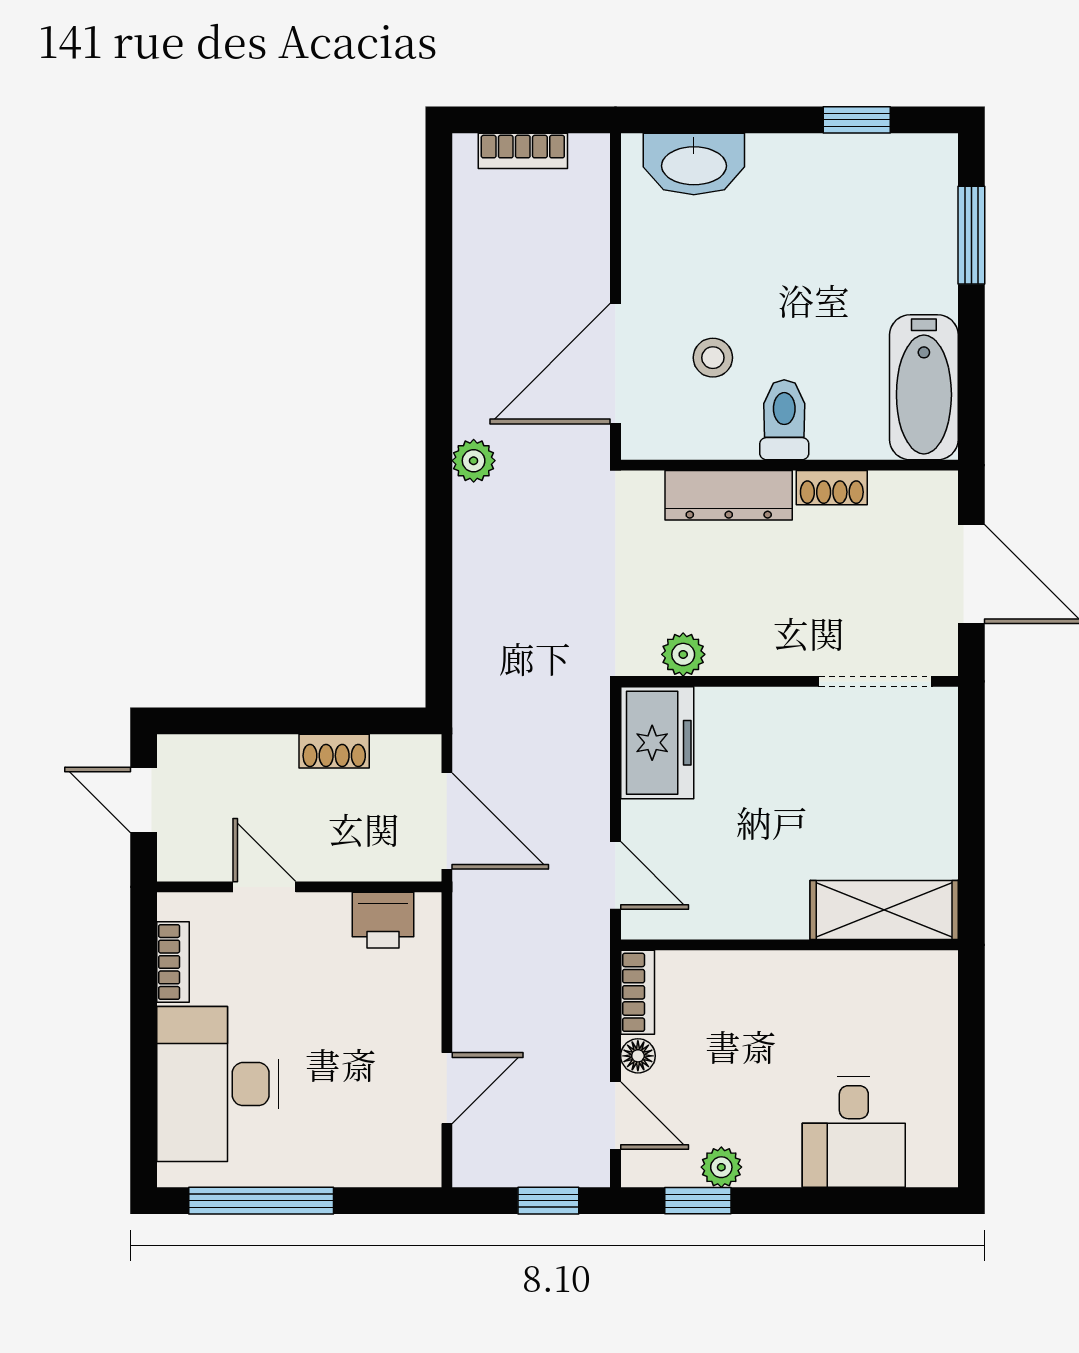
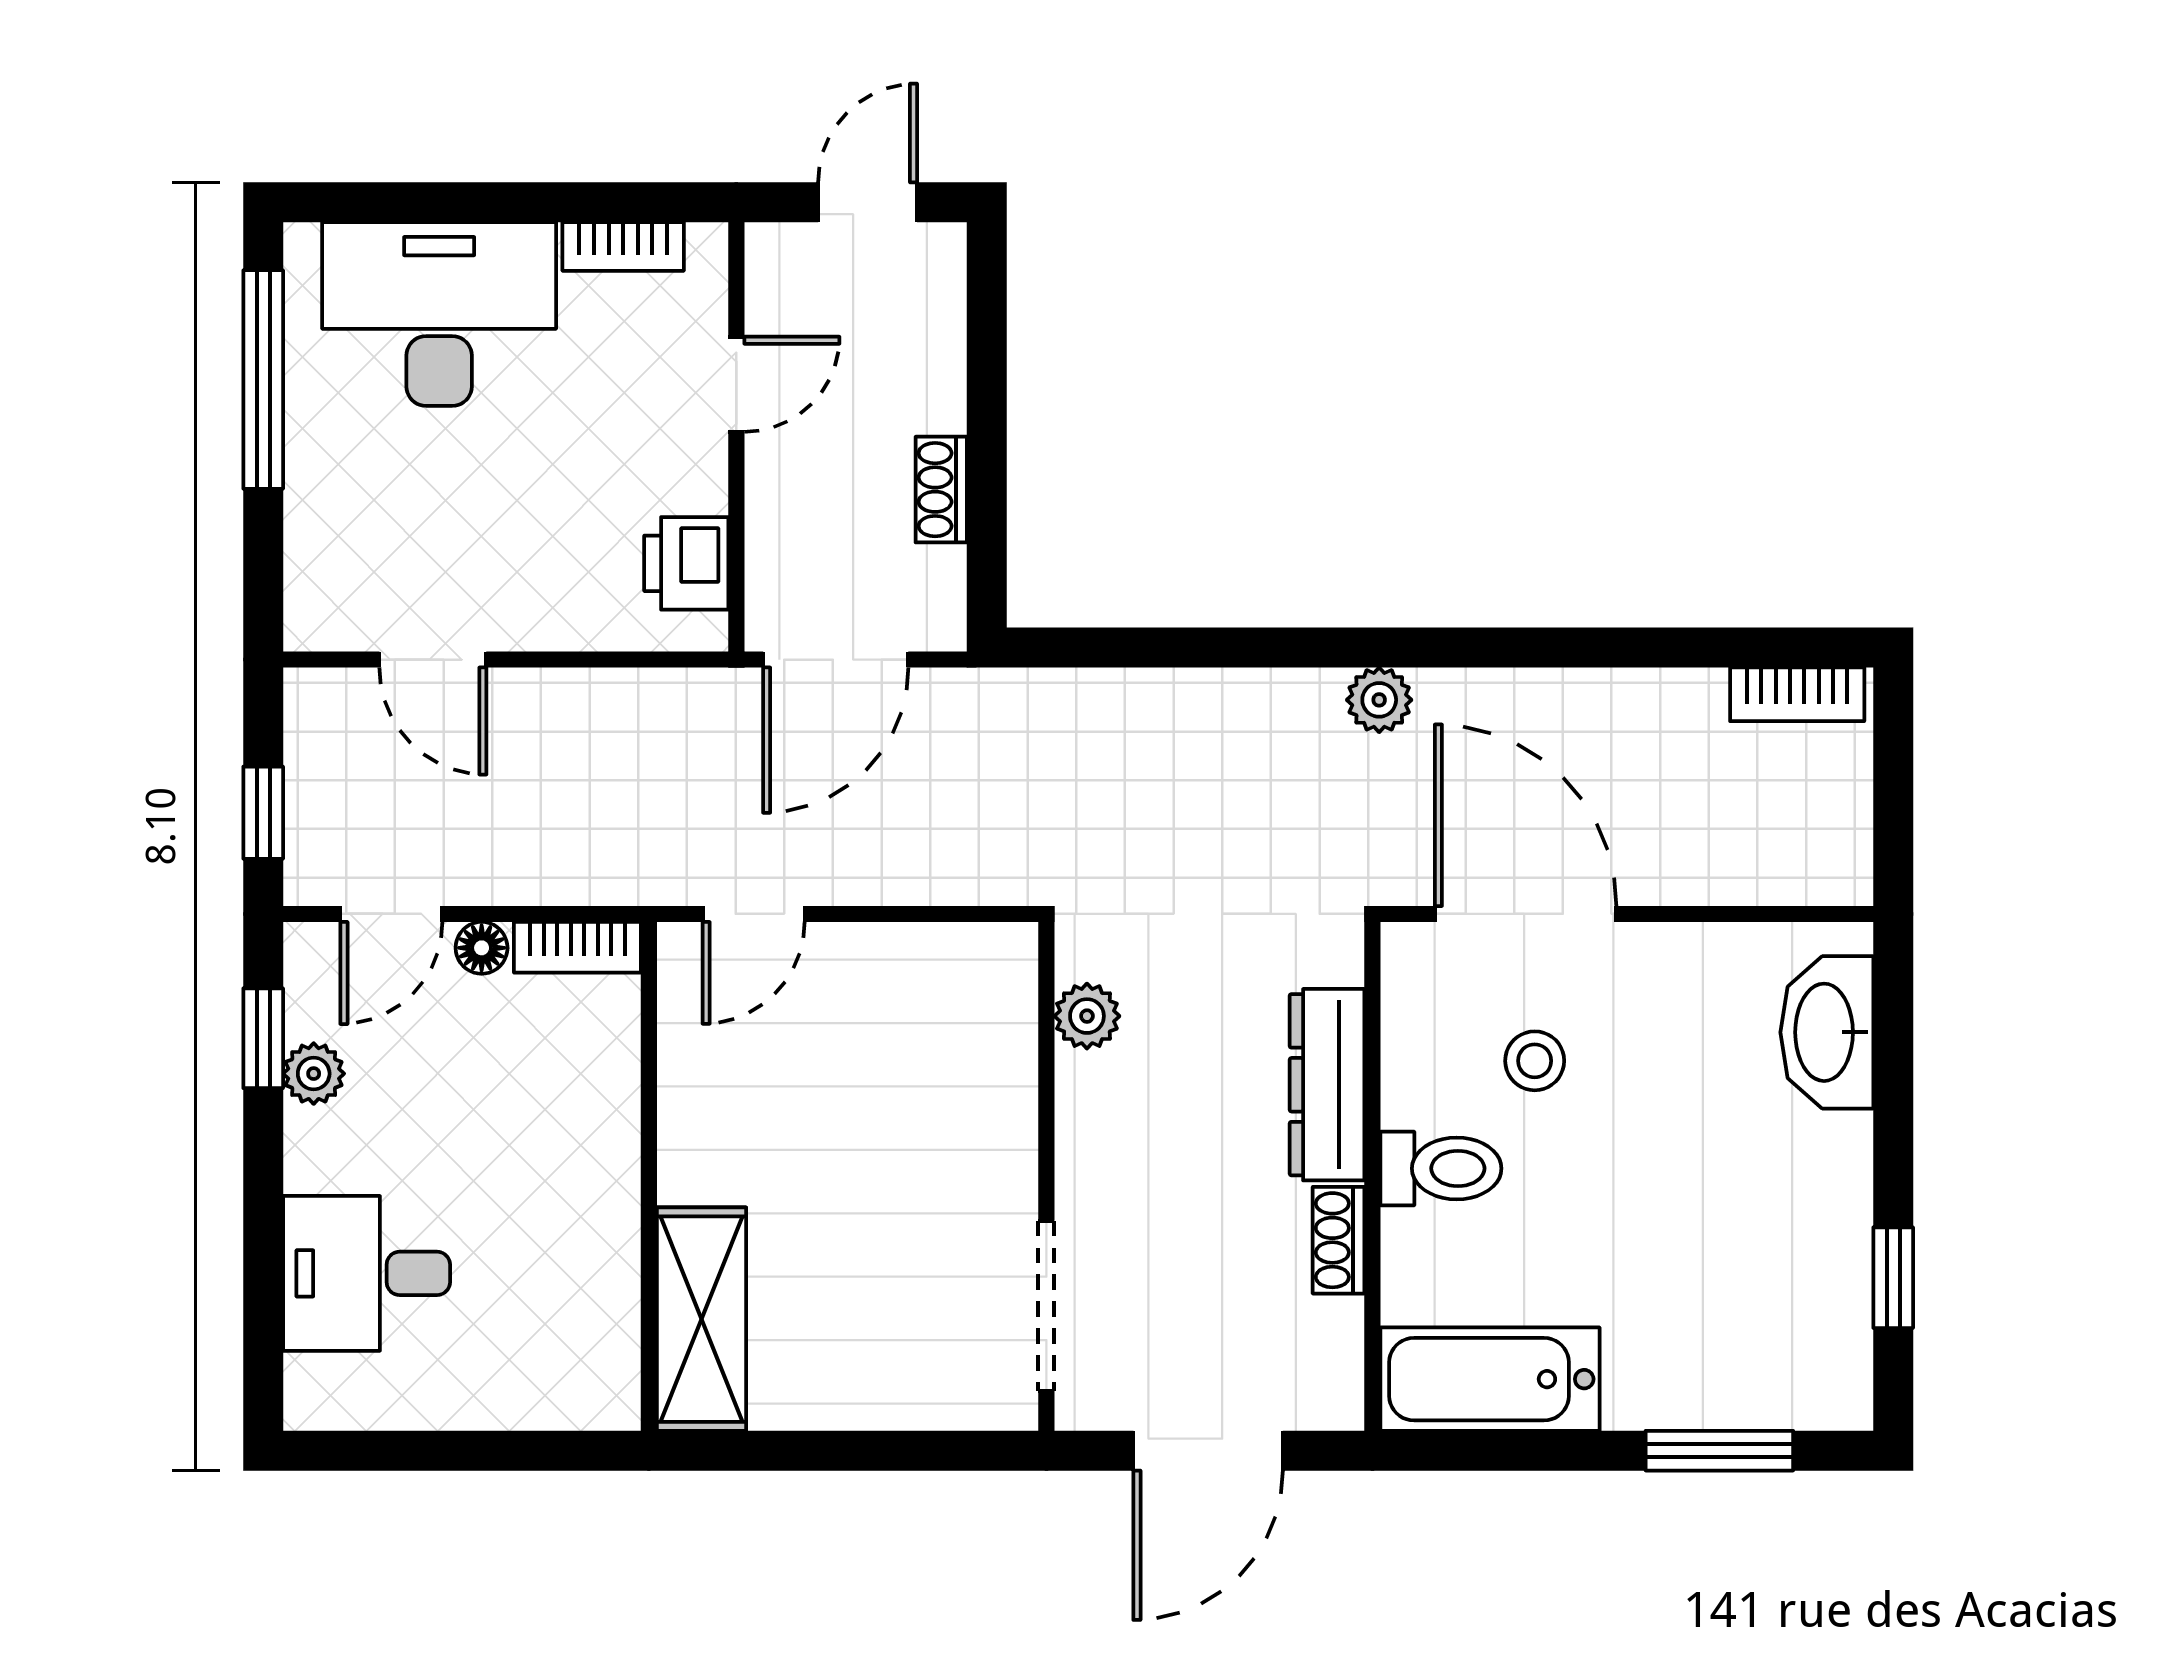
bookcase: (523, 151) -> (1797, 694), moved, turned -90
freezer: (657, 743) -> (954, 977), removed

